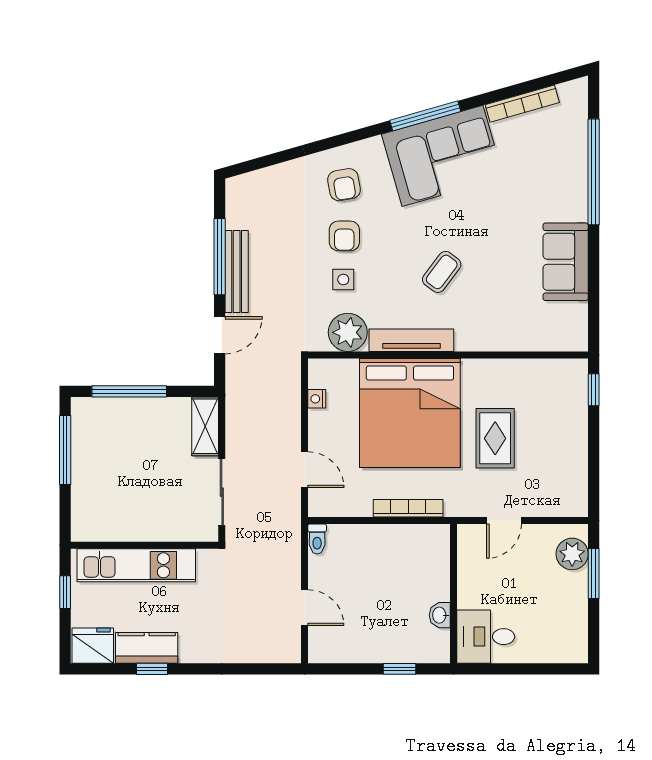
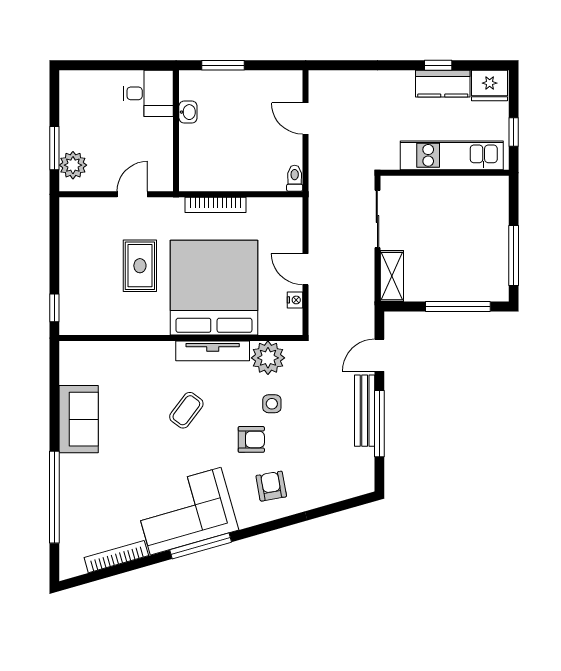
armchair: (344, 236) -> (251, 439), moved, turned 90
door: (305, 470) -> (306, 269), moved
window: (400, 669) -> (223, 65), width x1.50

